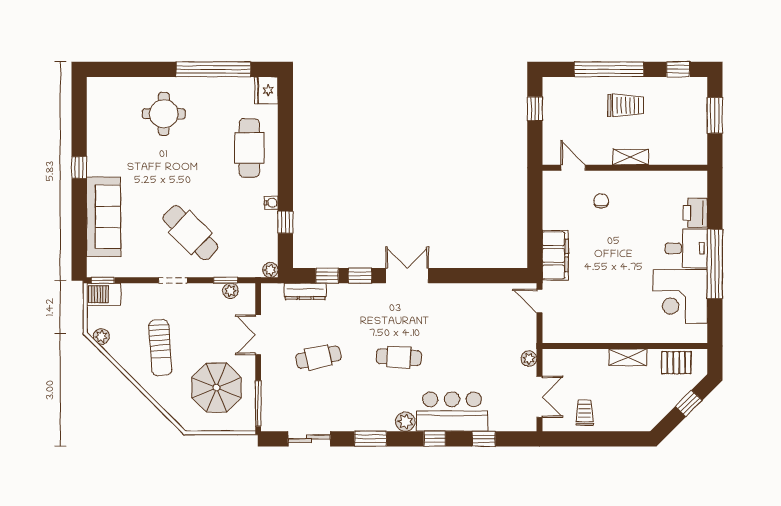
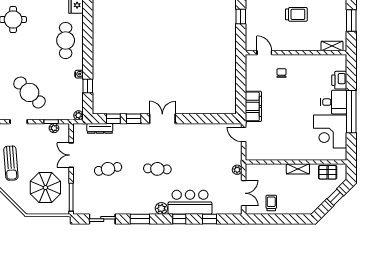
shelving: (631, 157) -> (332, 46), moved

